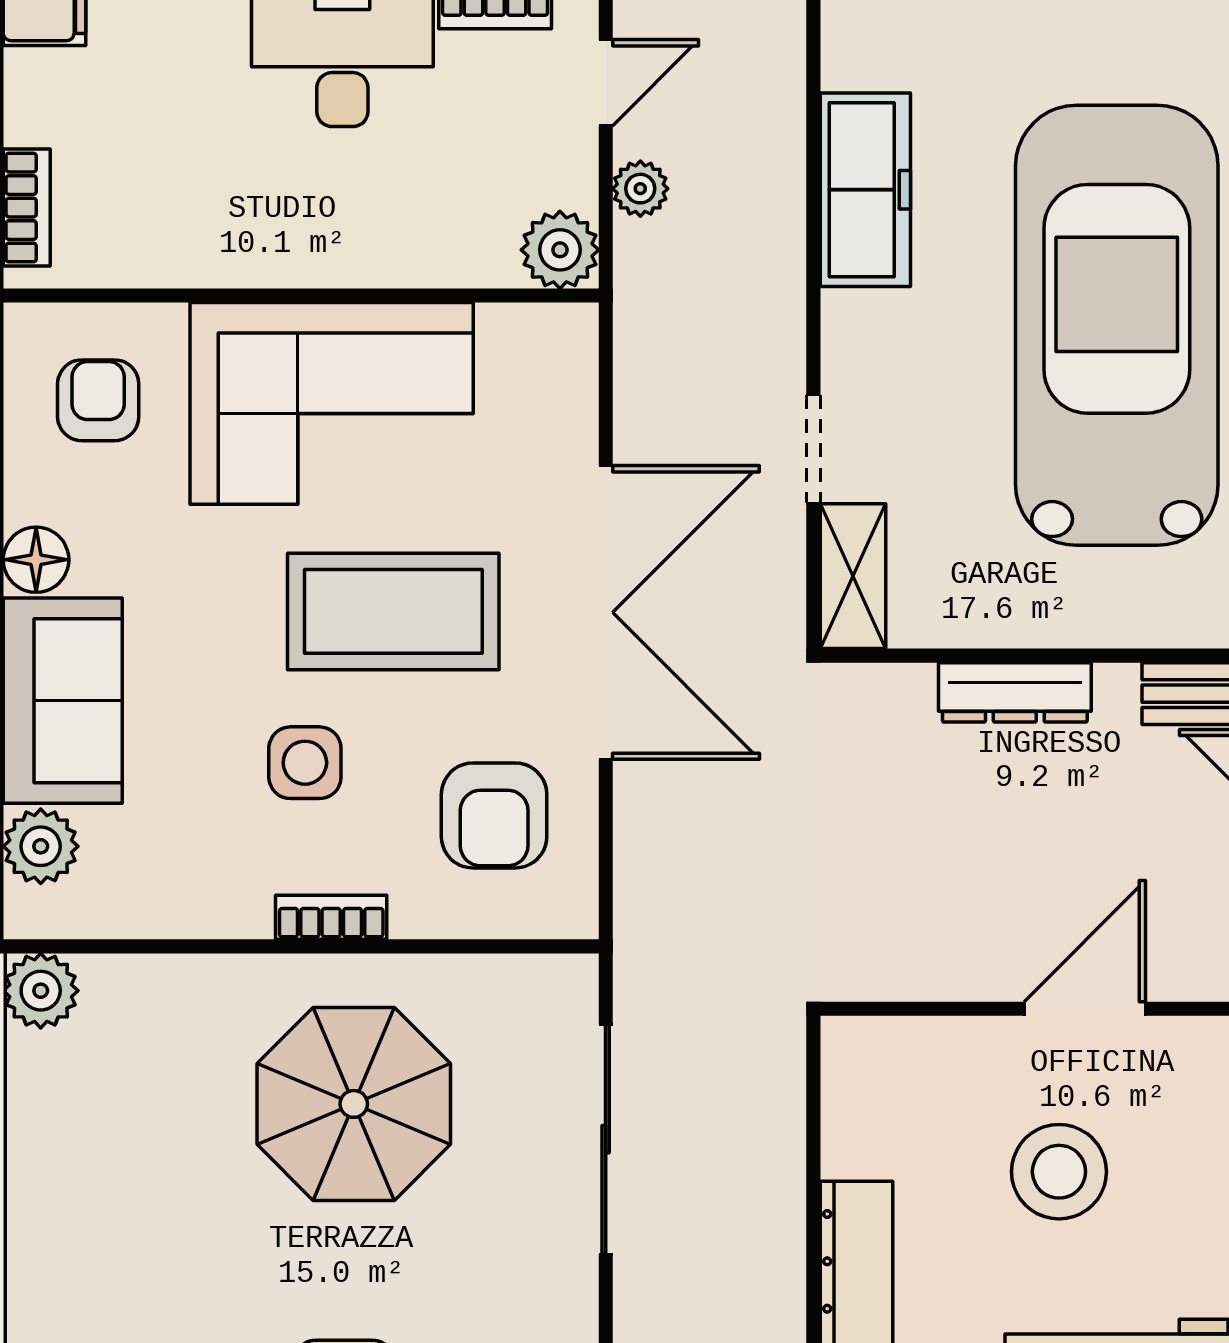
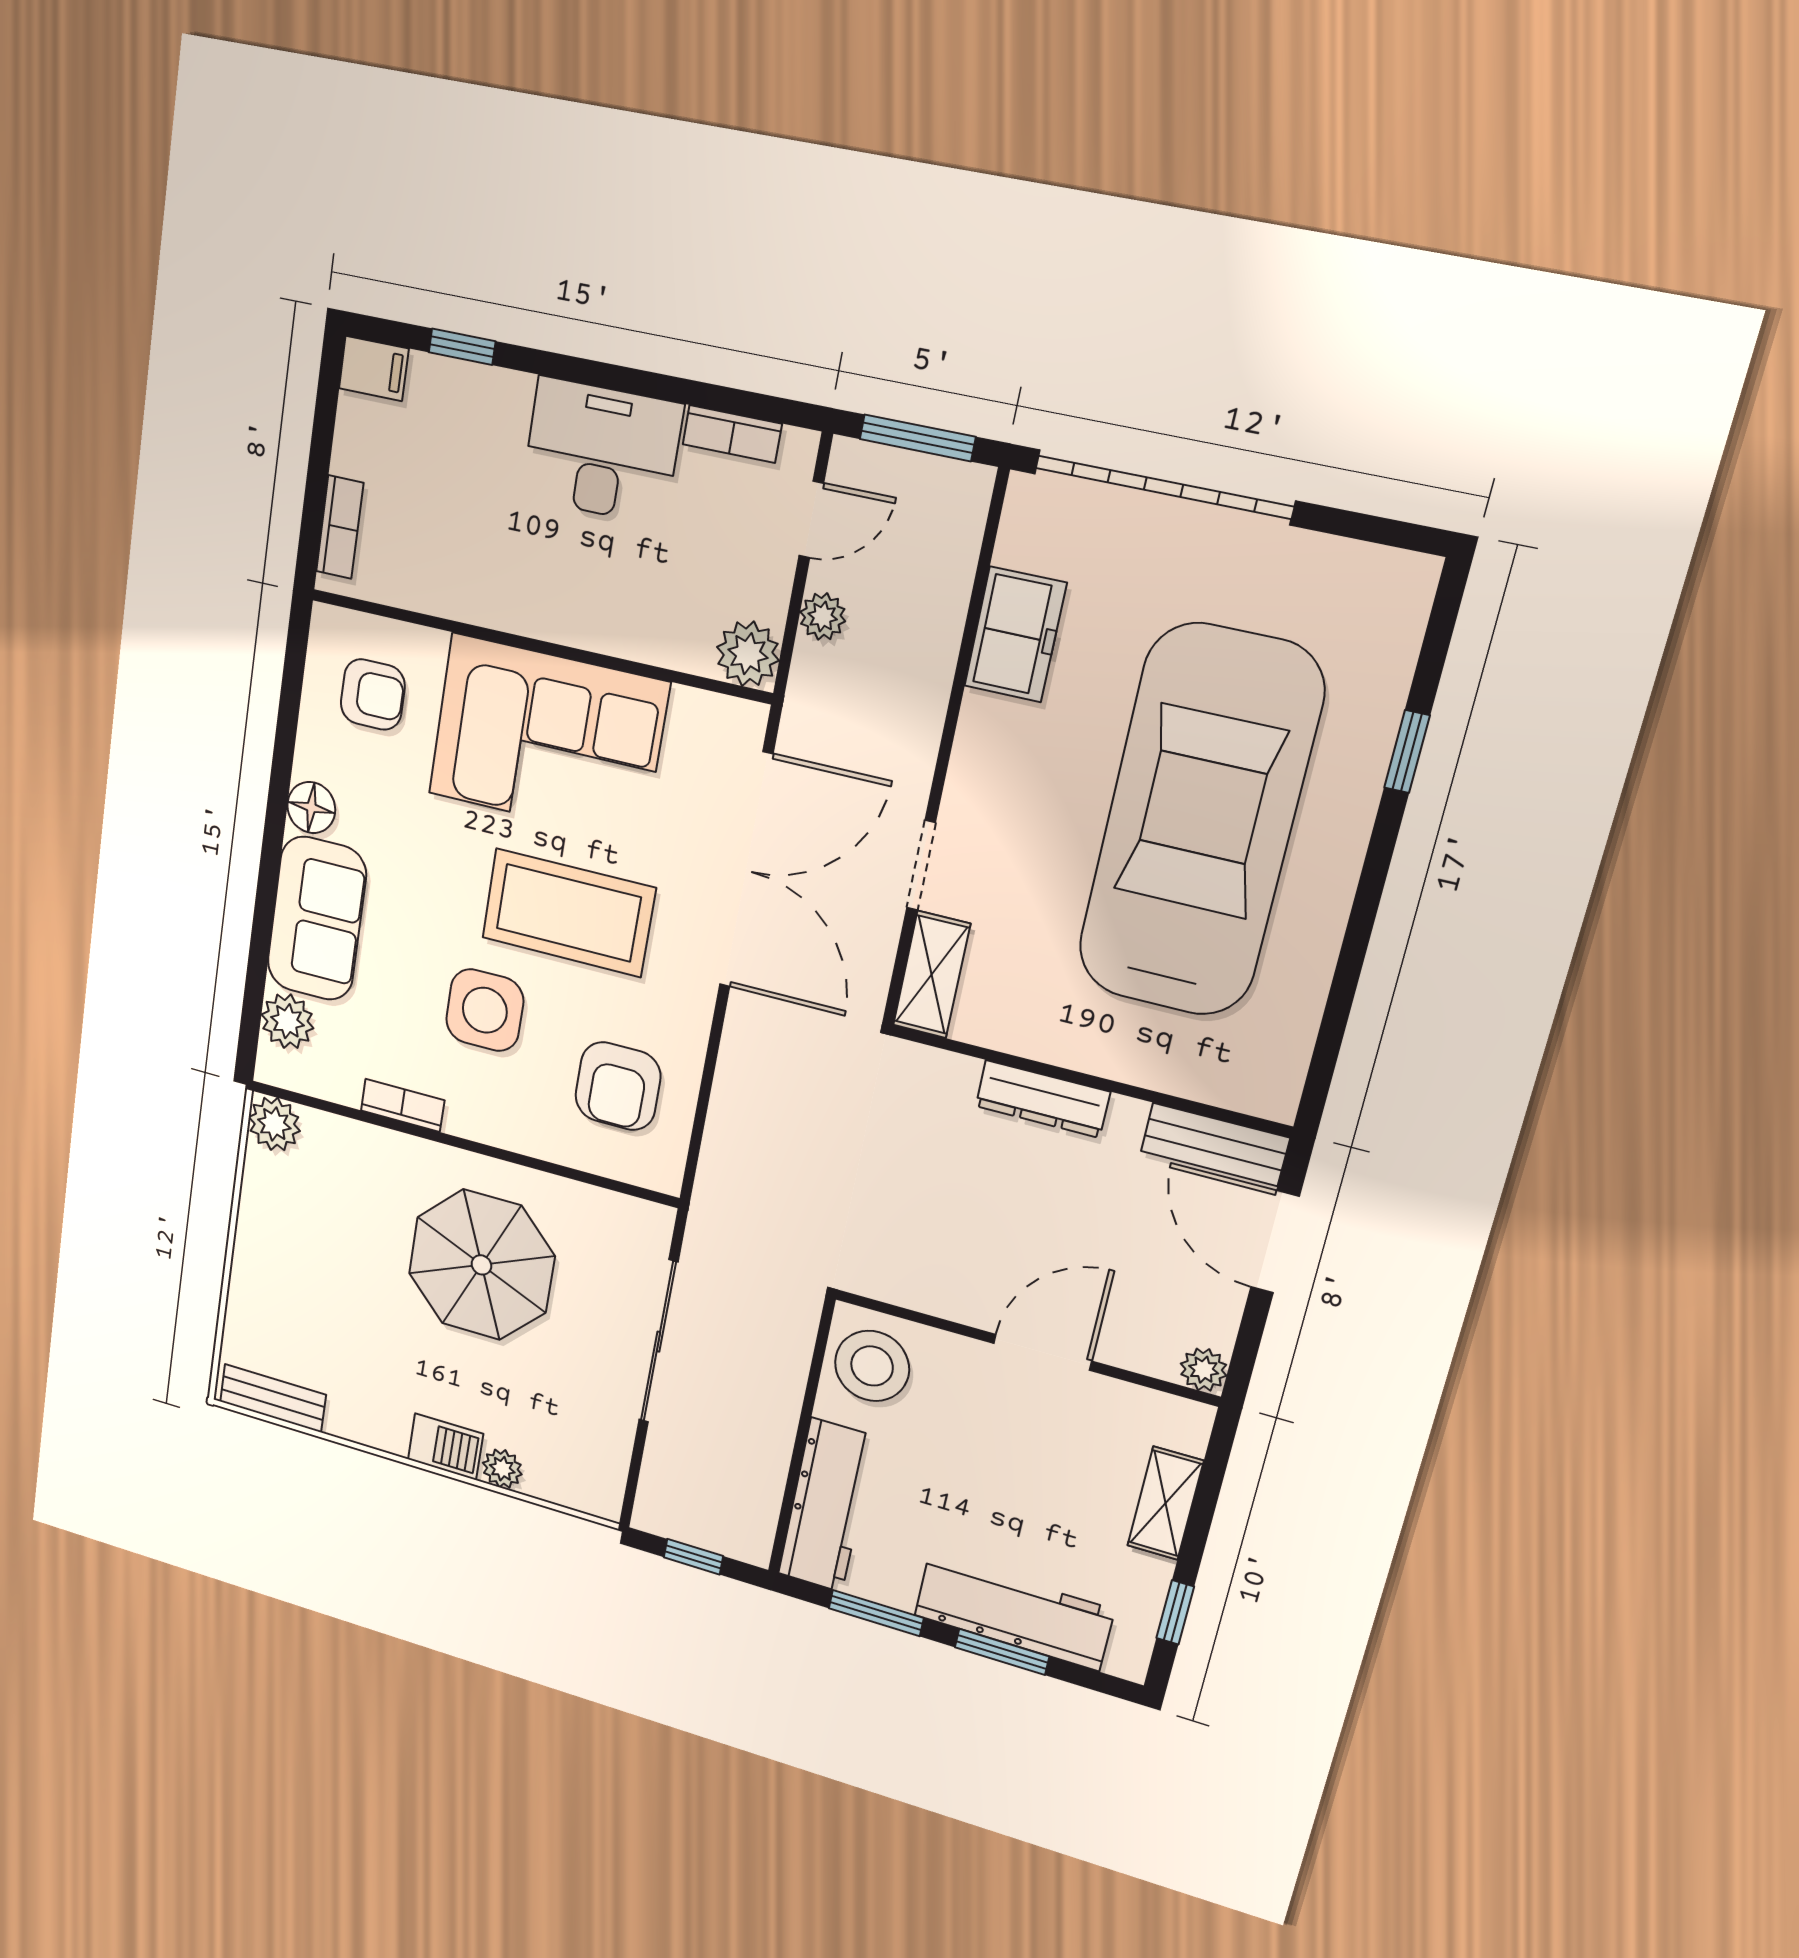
freezer: (865, 190) -> (1015, 635), width x0.71
armchair: (98, 400) -> (373, 695), turned 90
double door: (606, 612) -> (746, 871), moved
side table: (305, 763) -> (485, 1010), width x1.37, depth x1.37
bookcase: (331, 917) -> (403, 1105), moved
stool: (1059, 1172) -> (872, 1366), moved

